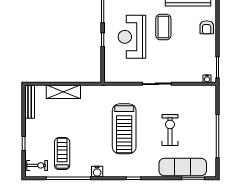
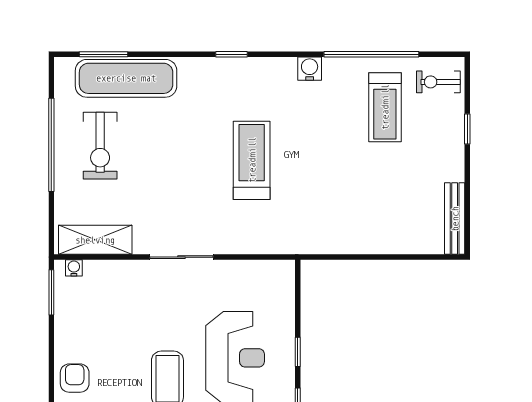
shelving: (63, 92) -> (95, 240), moved
treadmill: (124, 129) -> (252, 160), width x0.73, depth x0.73
exercise bike: (170, 130) -> (100, 146), moved

